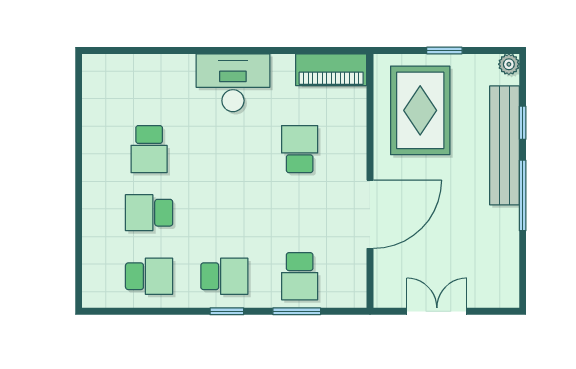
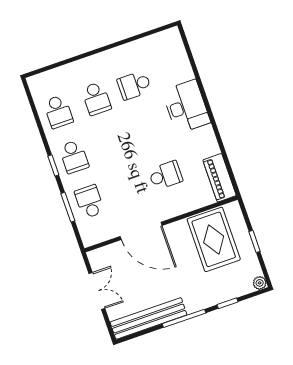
desk: (233, 83) -> (186, 107), moved
rug: (420, 110) -> (214, 239), turned 90
bench: (505, 145) -> (149, 318), moved
school desk: (149, 213) -> (96, 98), turned 180
school desk: (300, 276) -> (89, 202), turned 90

